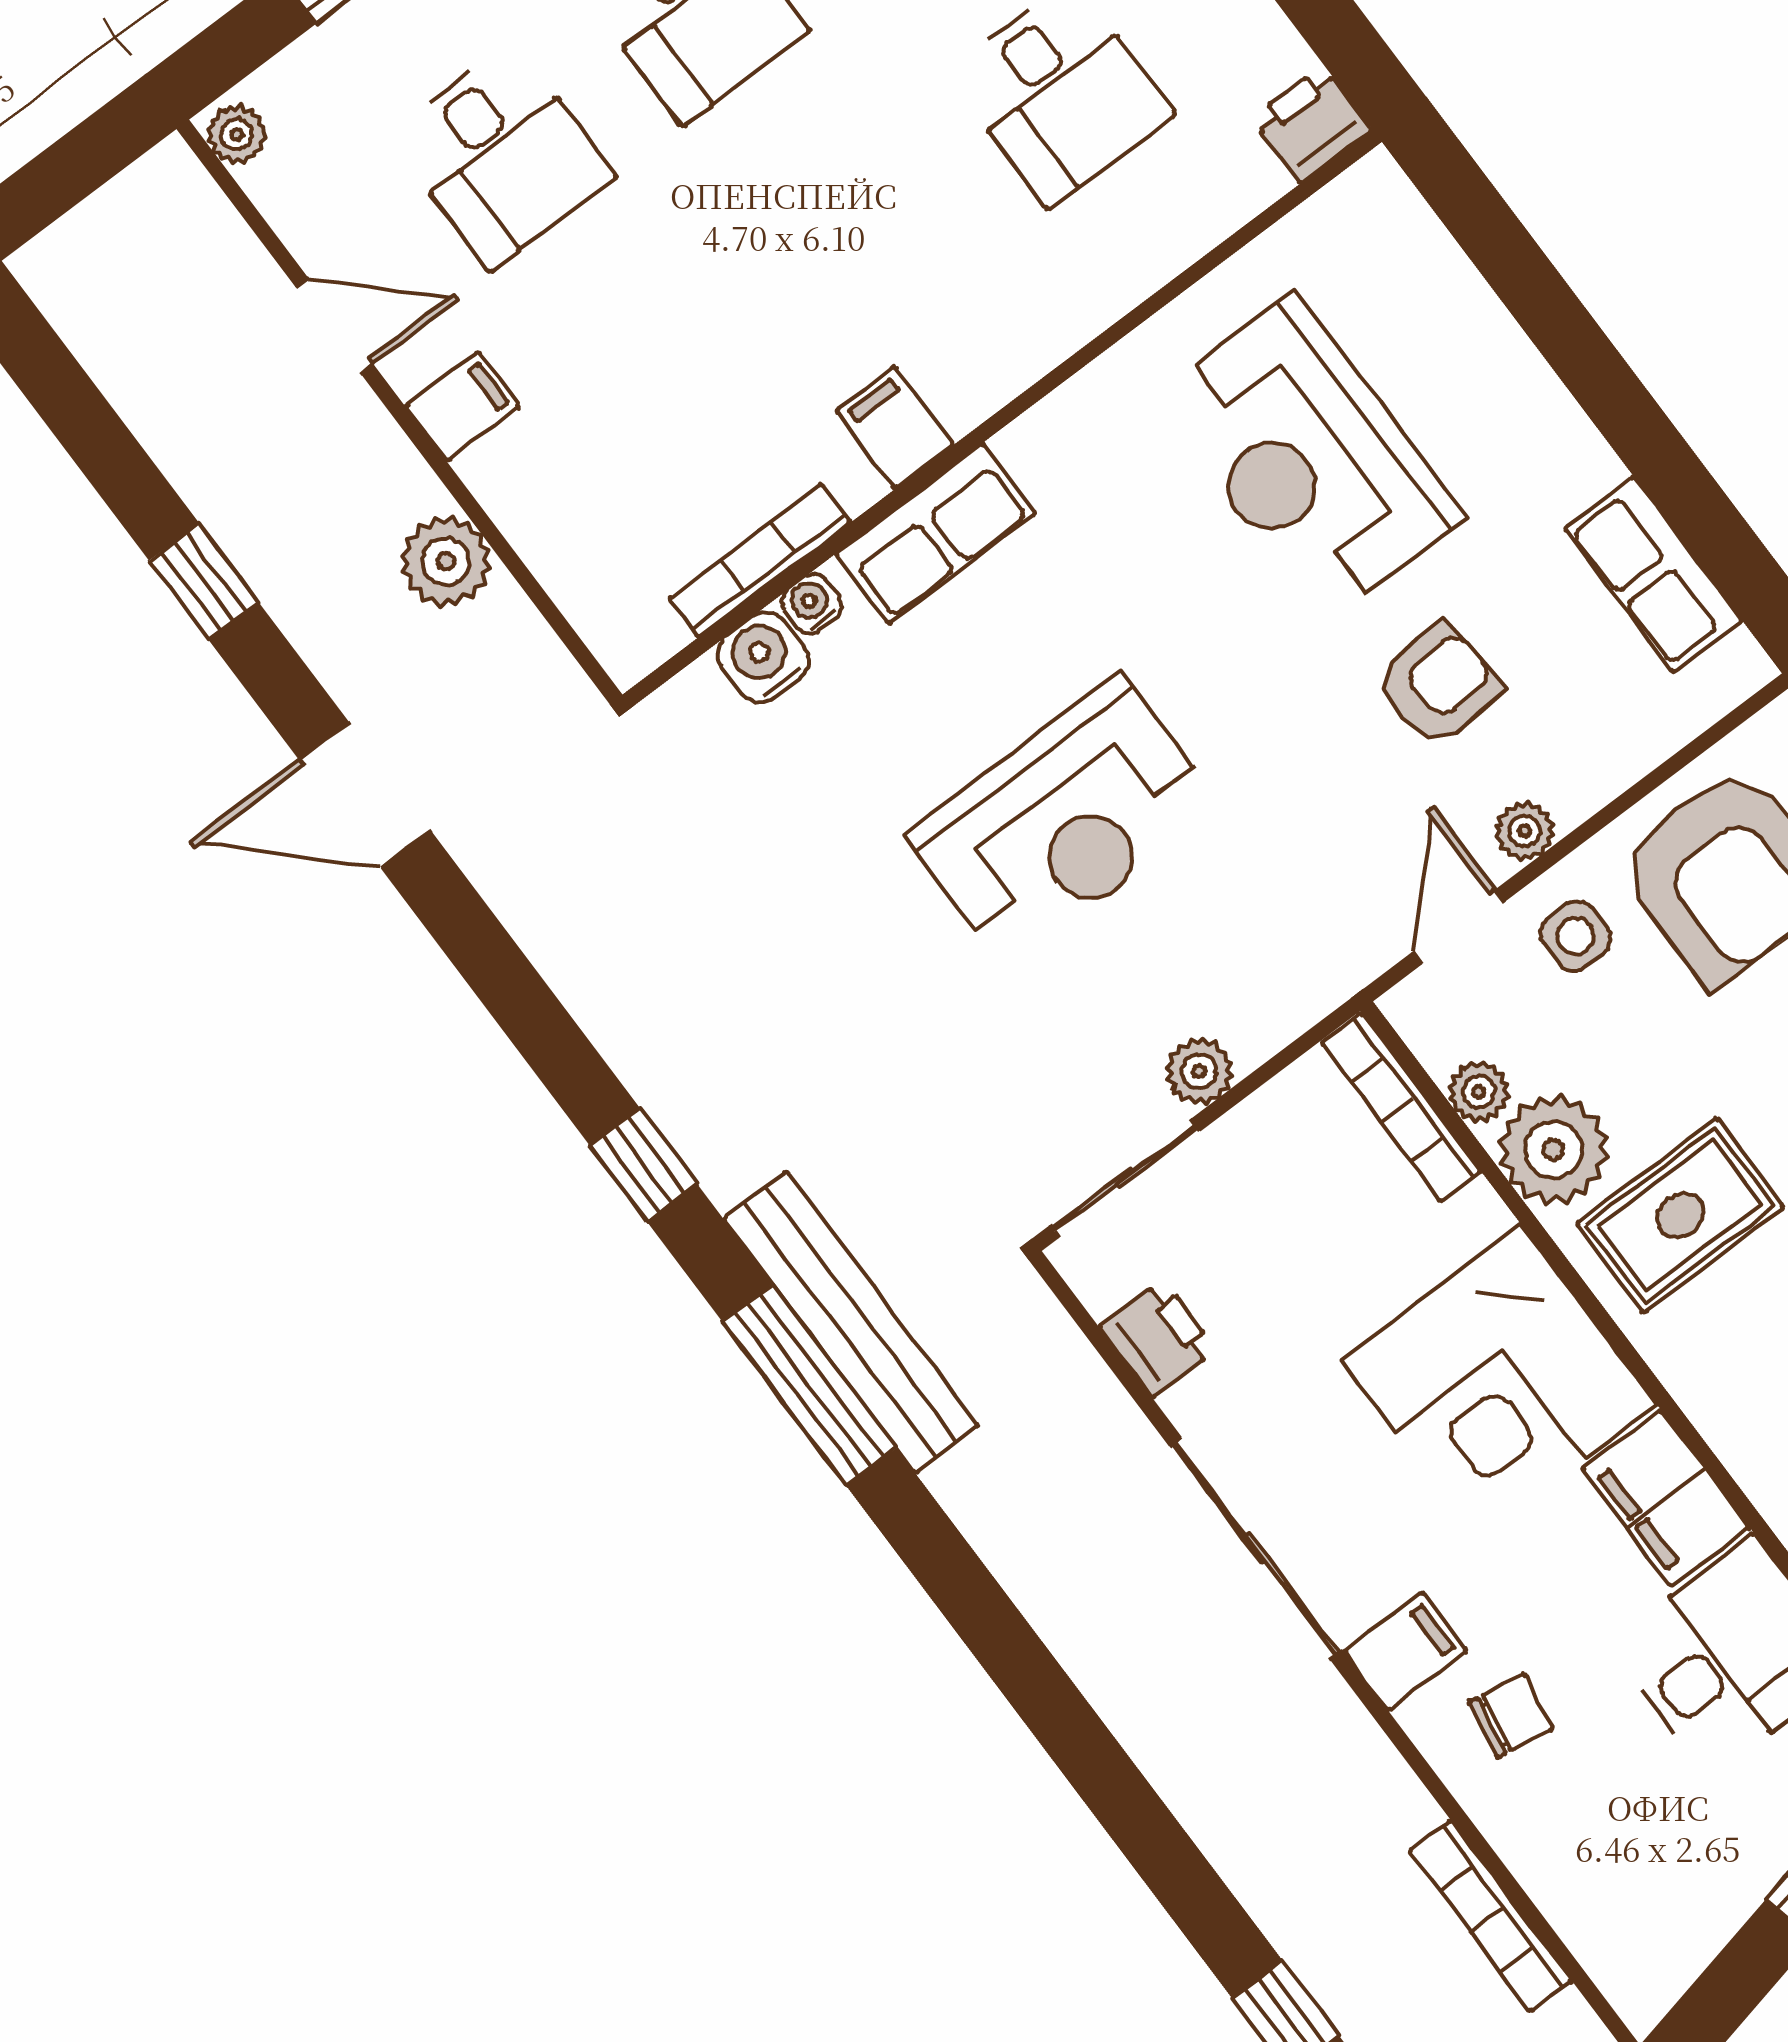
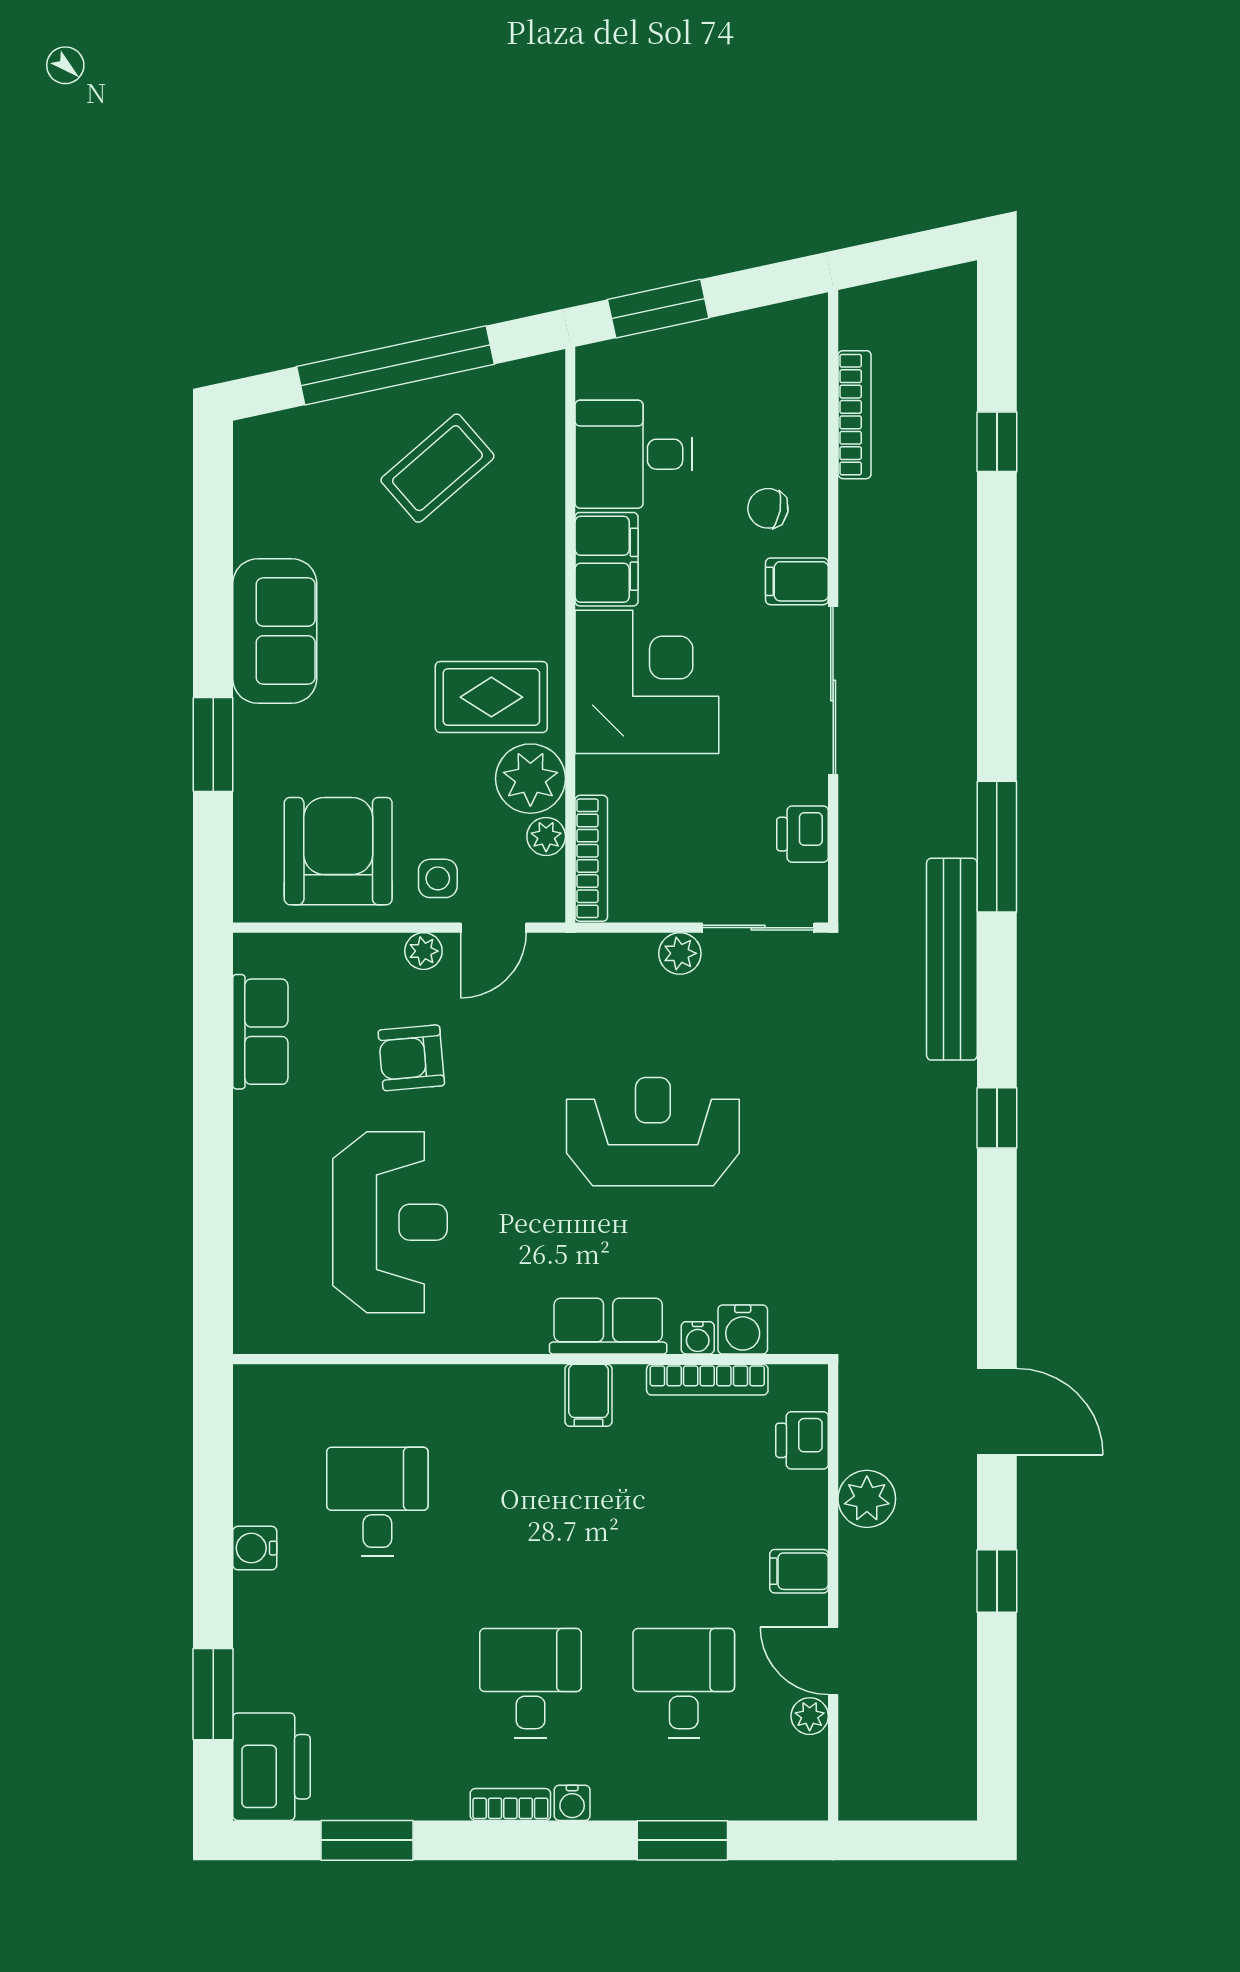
printer: (1311, 124) -> (802, 1440), moved, turned 90
plant: (237, 134) -> (810, 1716), moved
window: (809, 1385) -> (997, 847), moved

